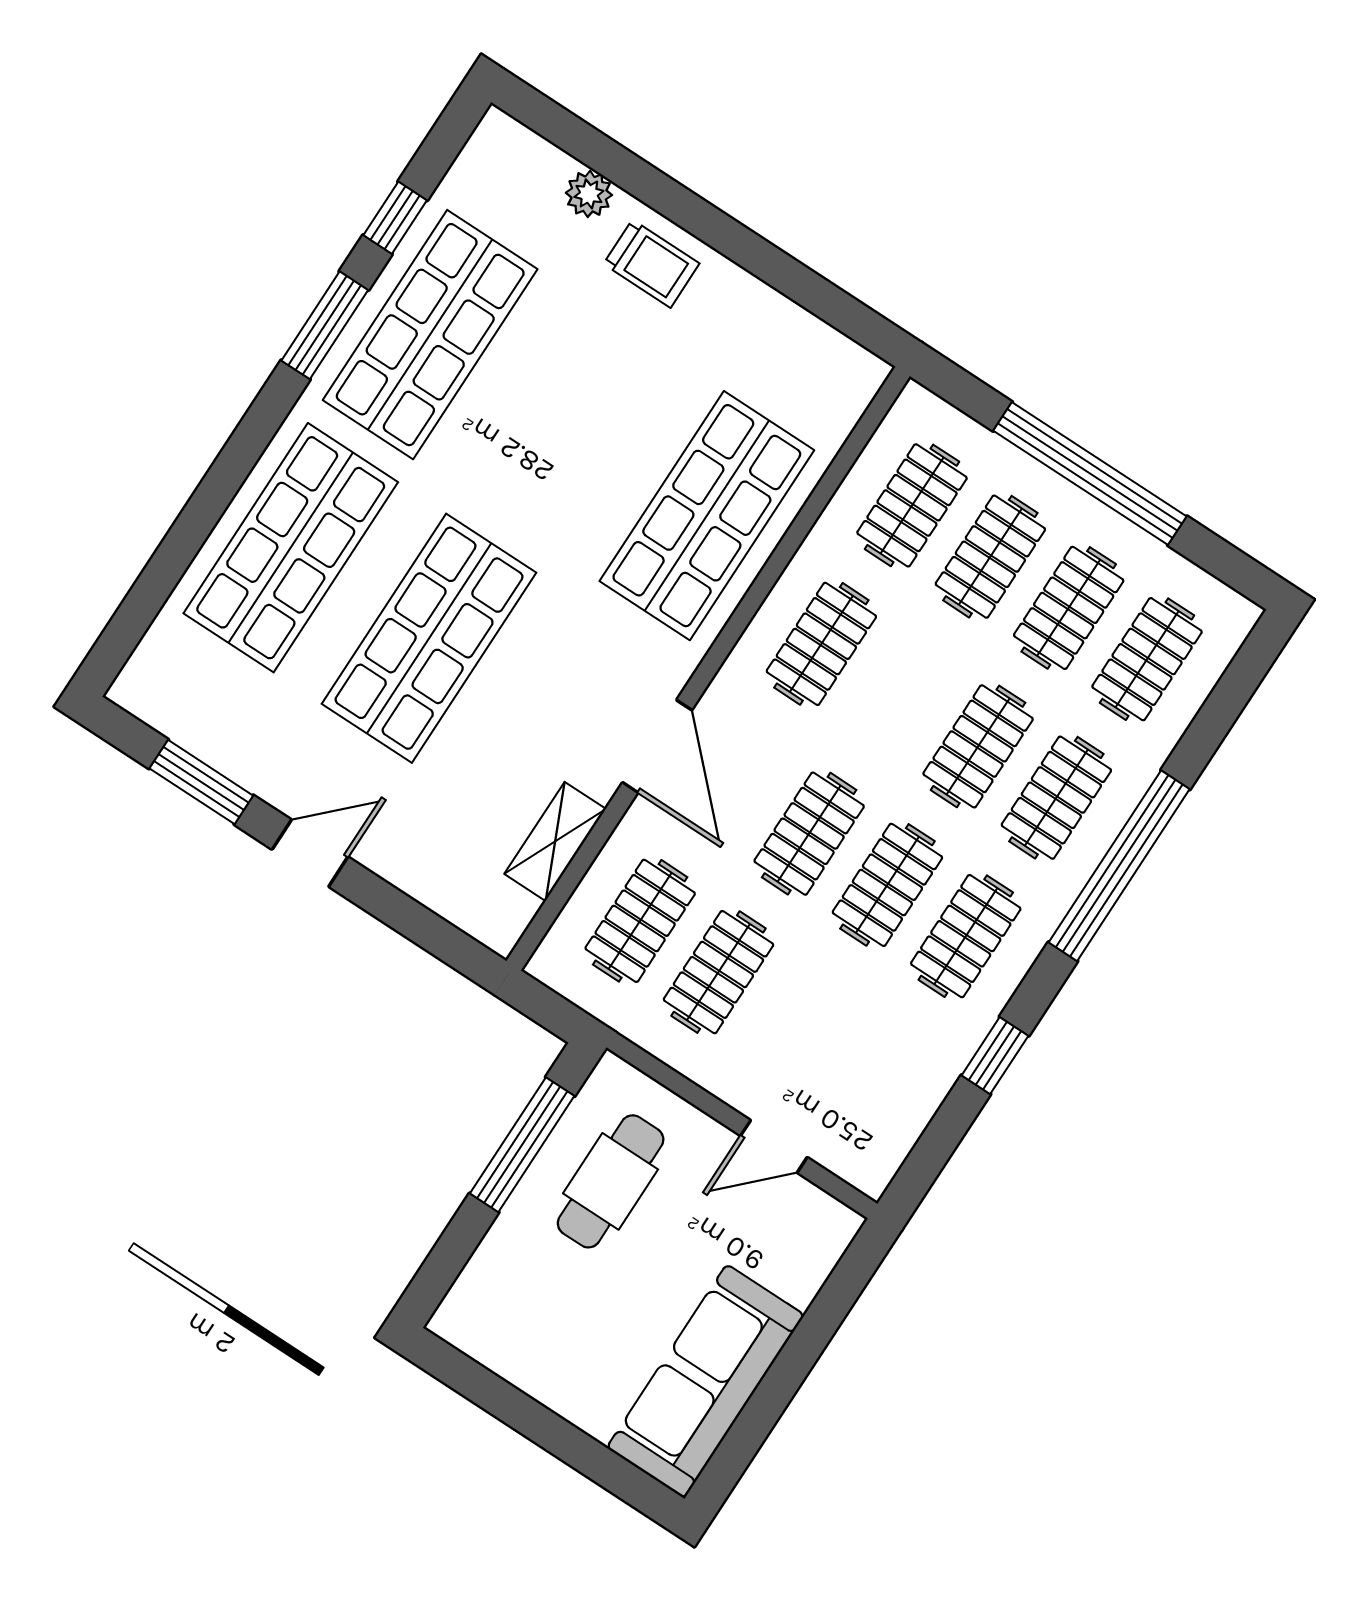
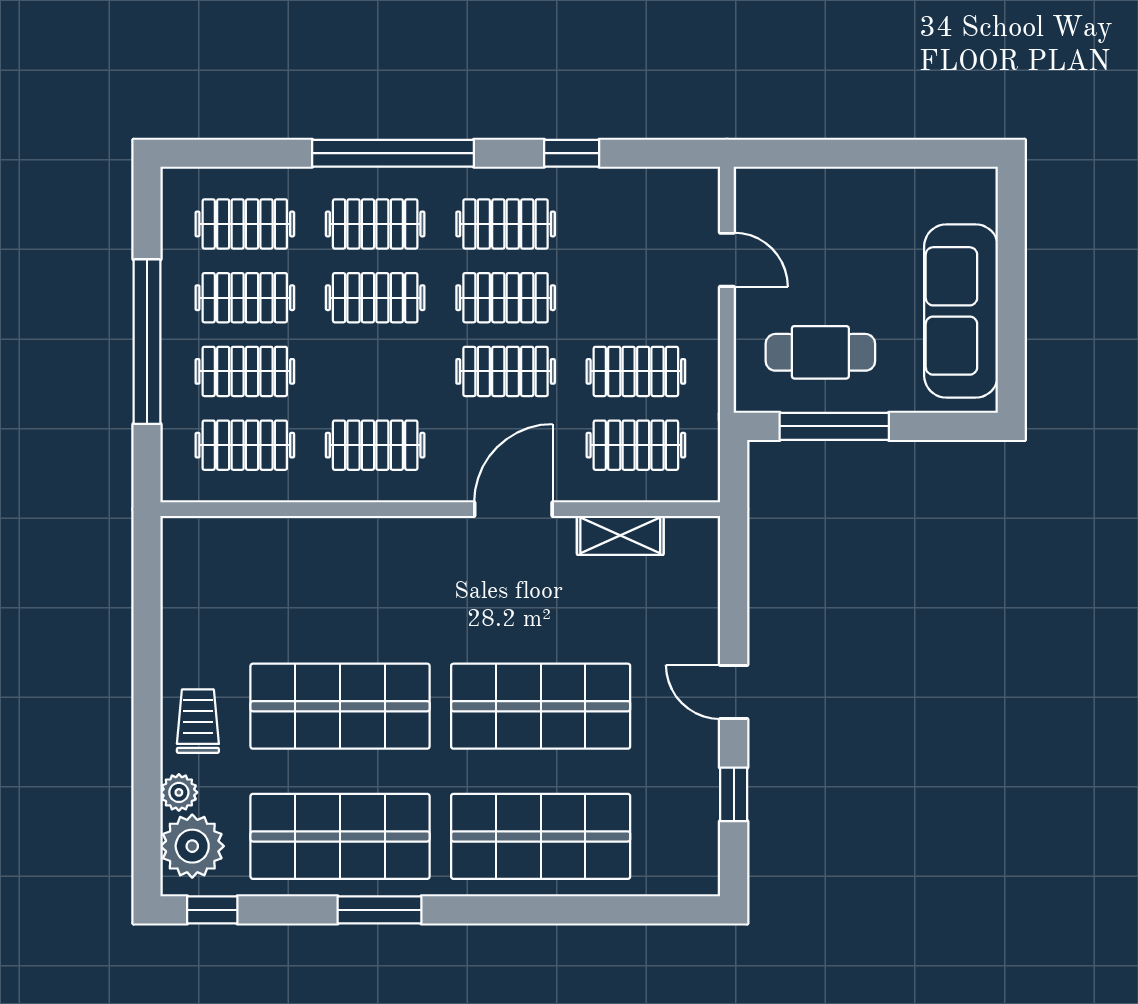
plant: (523, 171) -> (192, 846), added
window: (395, 218) -> (212, 910), moved
shop shelf: (707, 516) -> (340, 706), moved
window: (201, 782) -> (734, 794), width x0.67
sofa: (706, 1381) -> (961, 311), moved, turned 90

